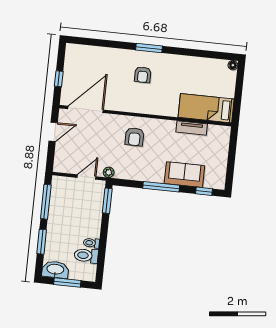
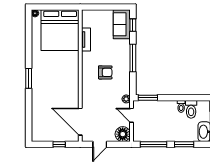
armchair: (143, 75) -> (49, 81), removed
bed: (206, 108) -> (60, 30), width x2.04
door: (53, 132) -> (100, 144), swing flipped
armchair: (135, 137) -> (105, 72), moved
floor lamp: (63, 163) -> (123, 134), added
sofa: (184, 175) -> (122, 24), moved

